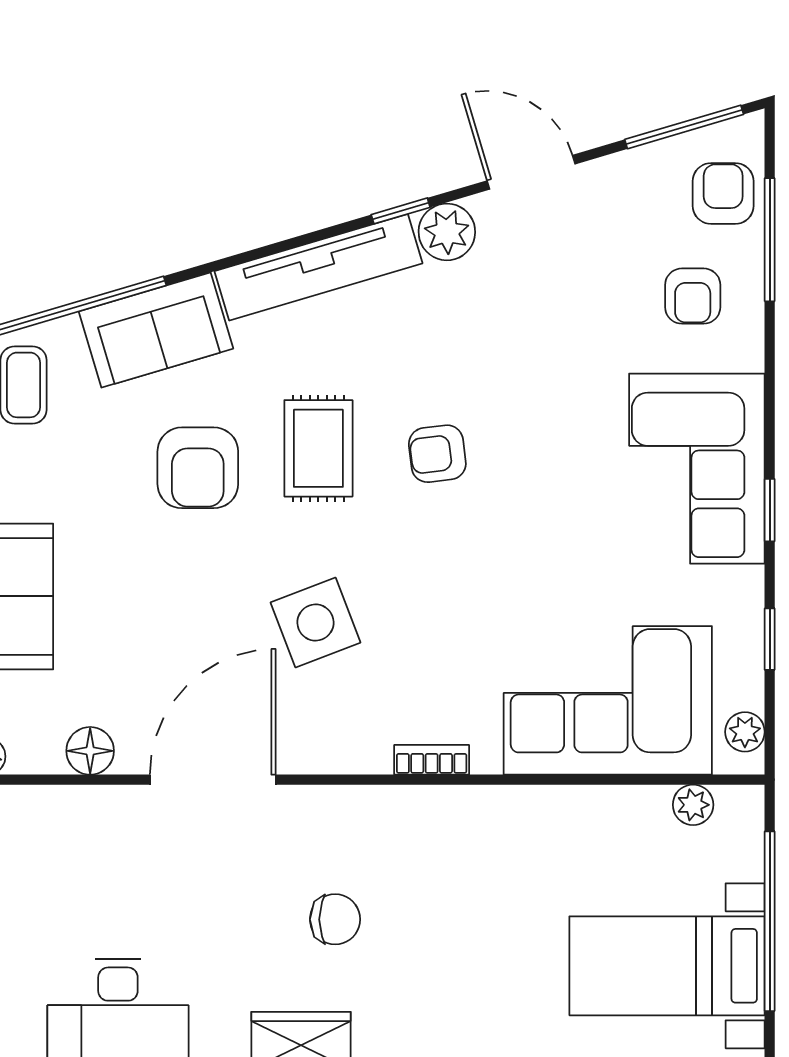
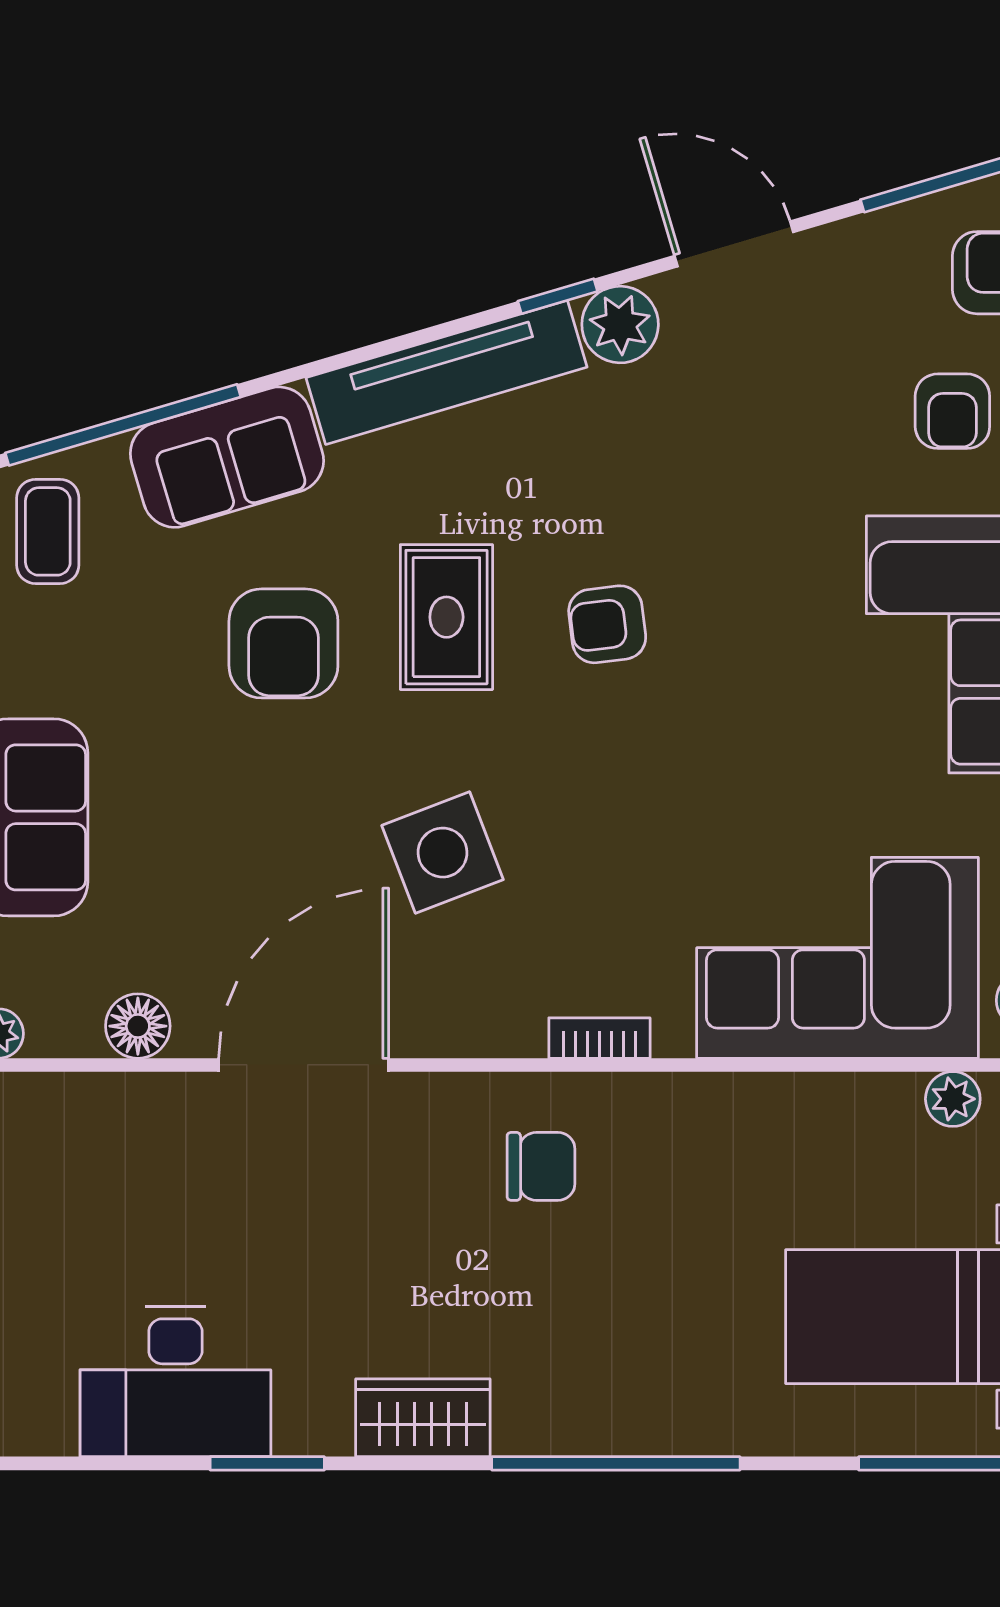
chair: (335, 919) -> (541, 1166), moved

